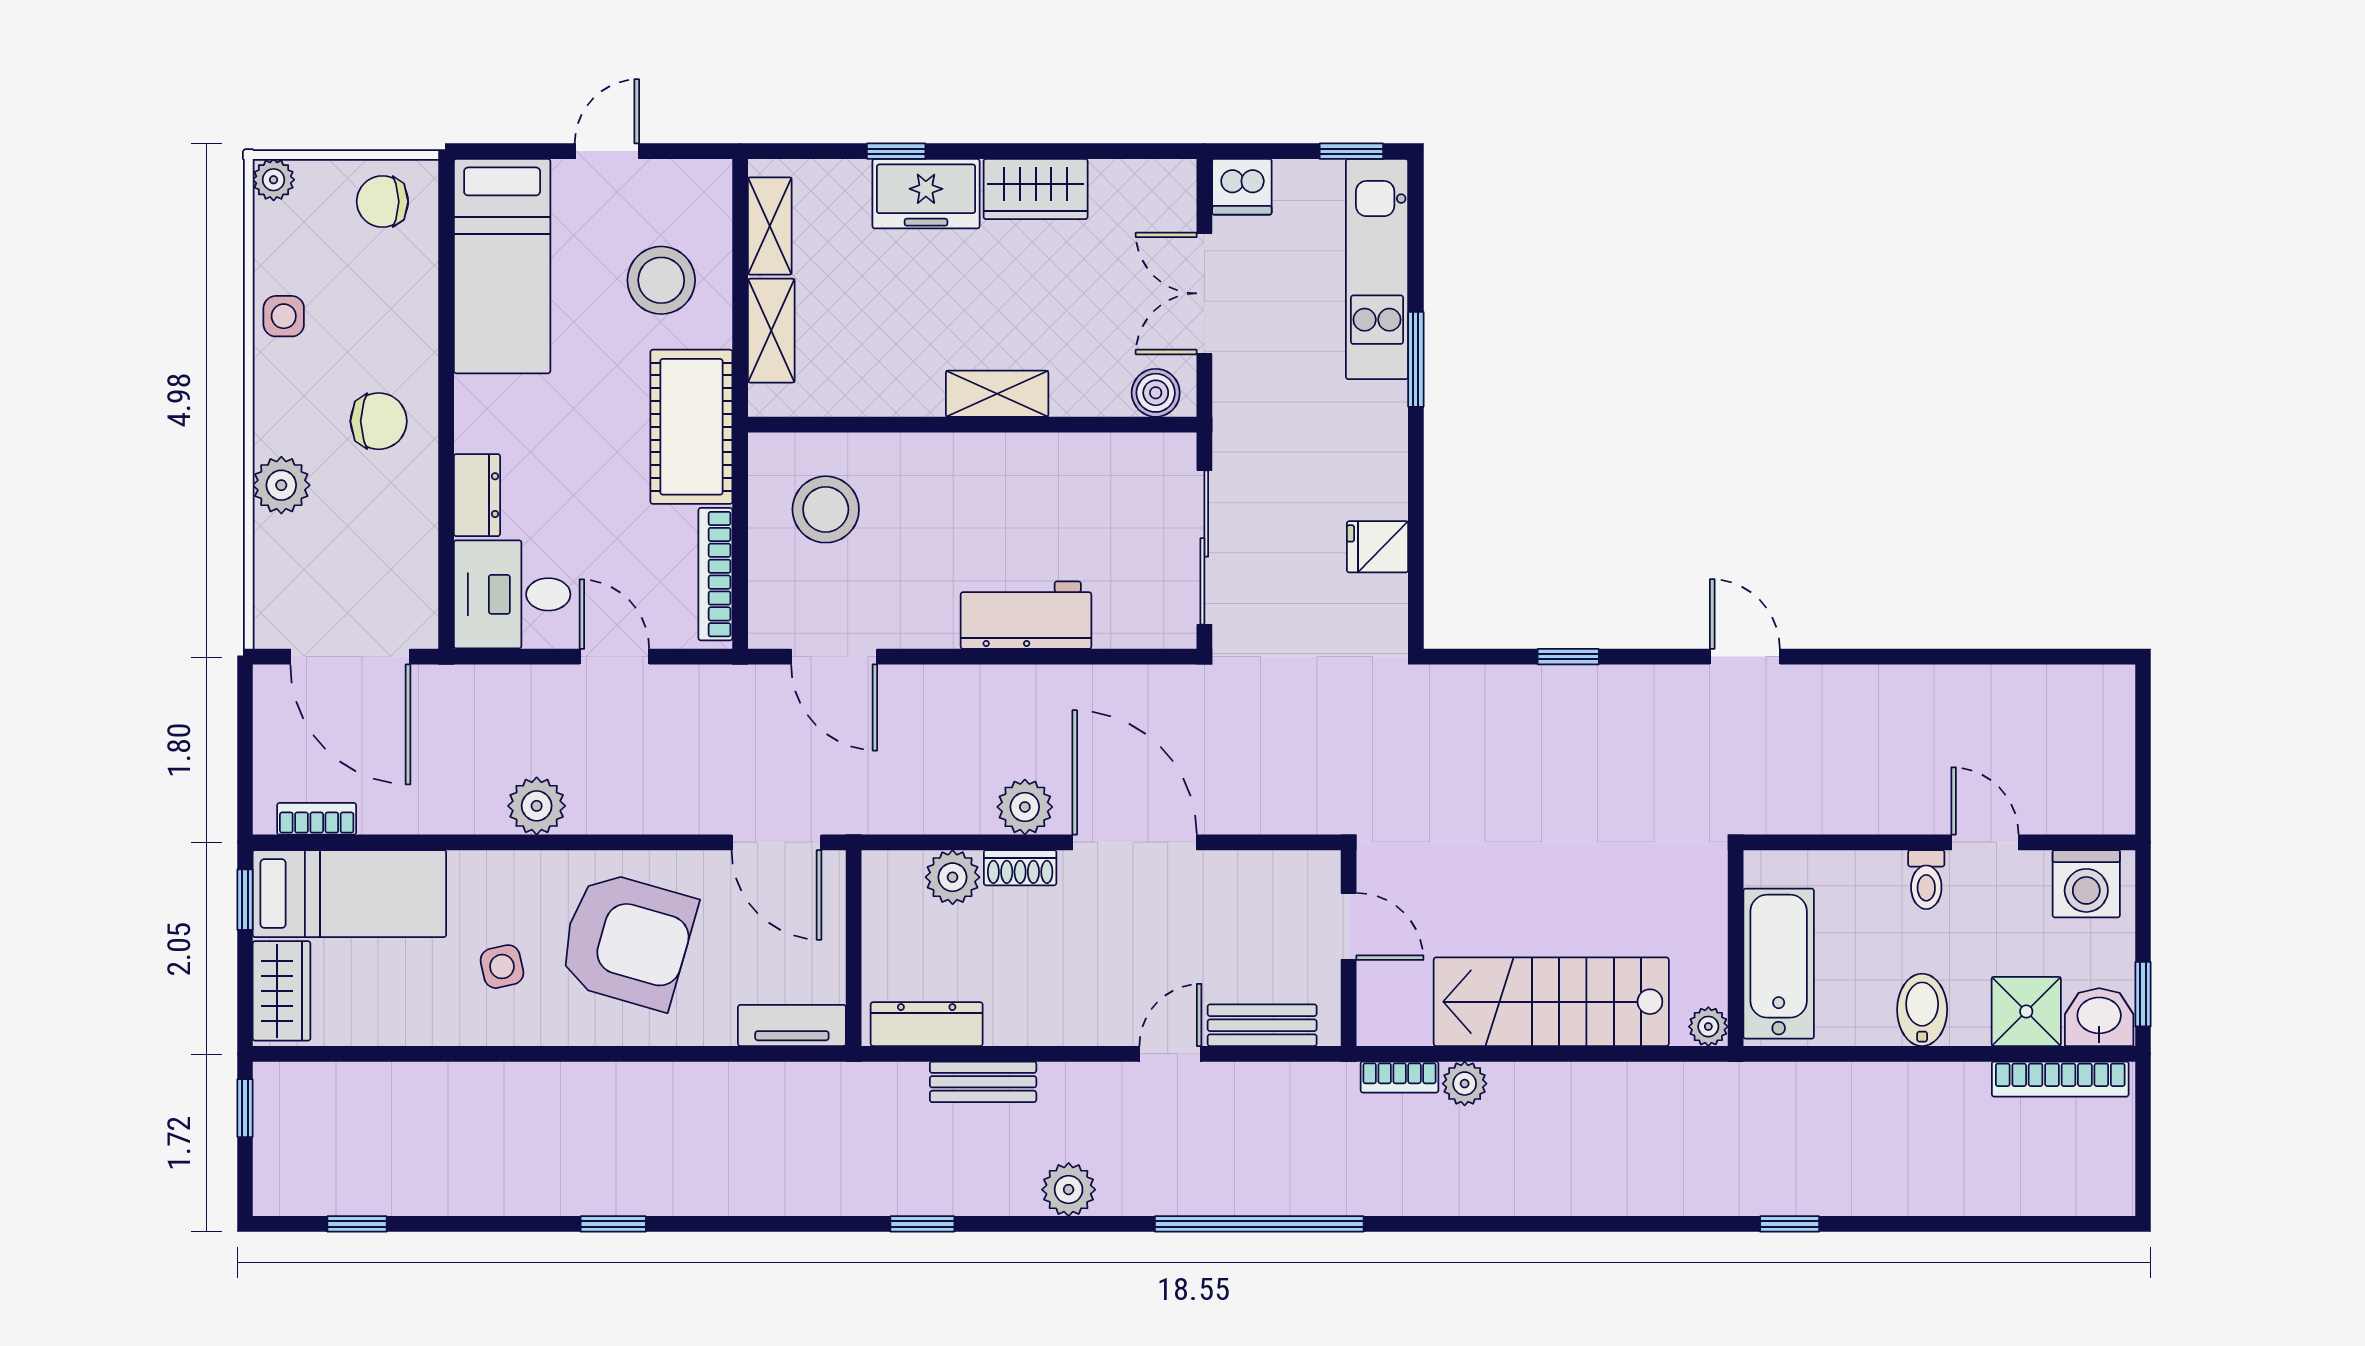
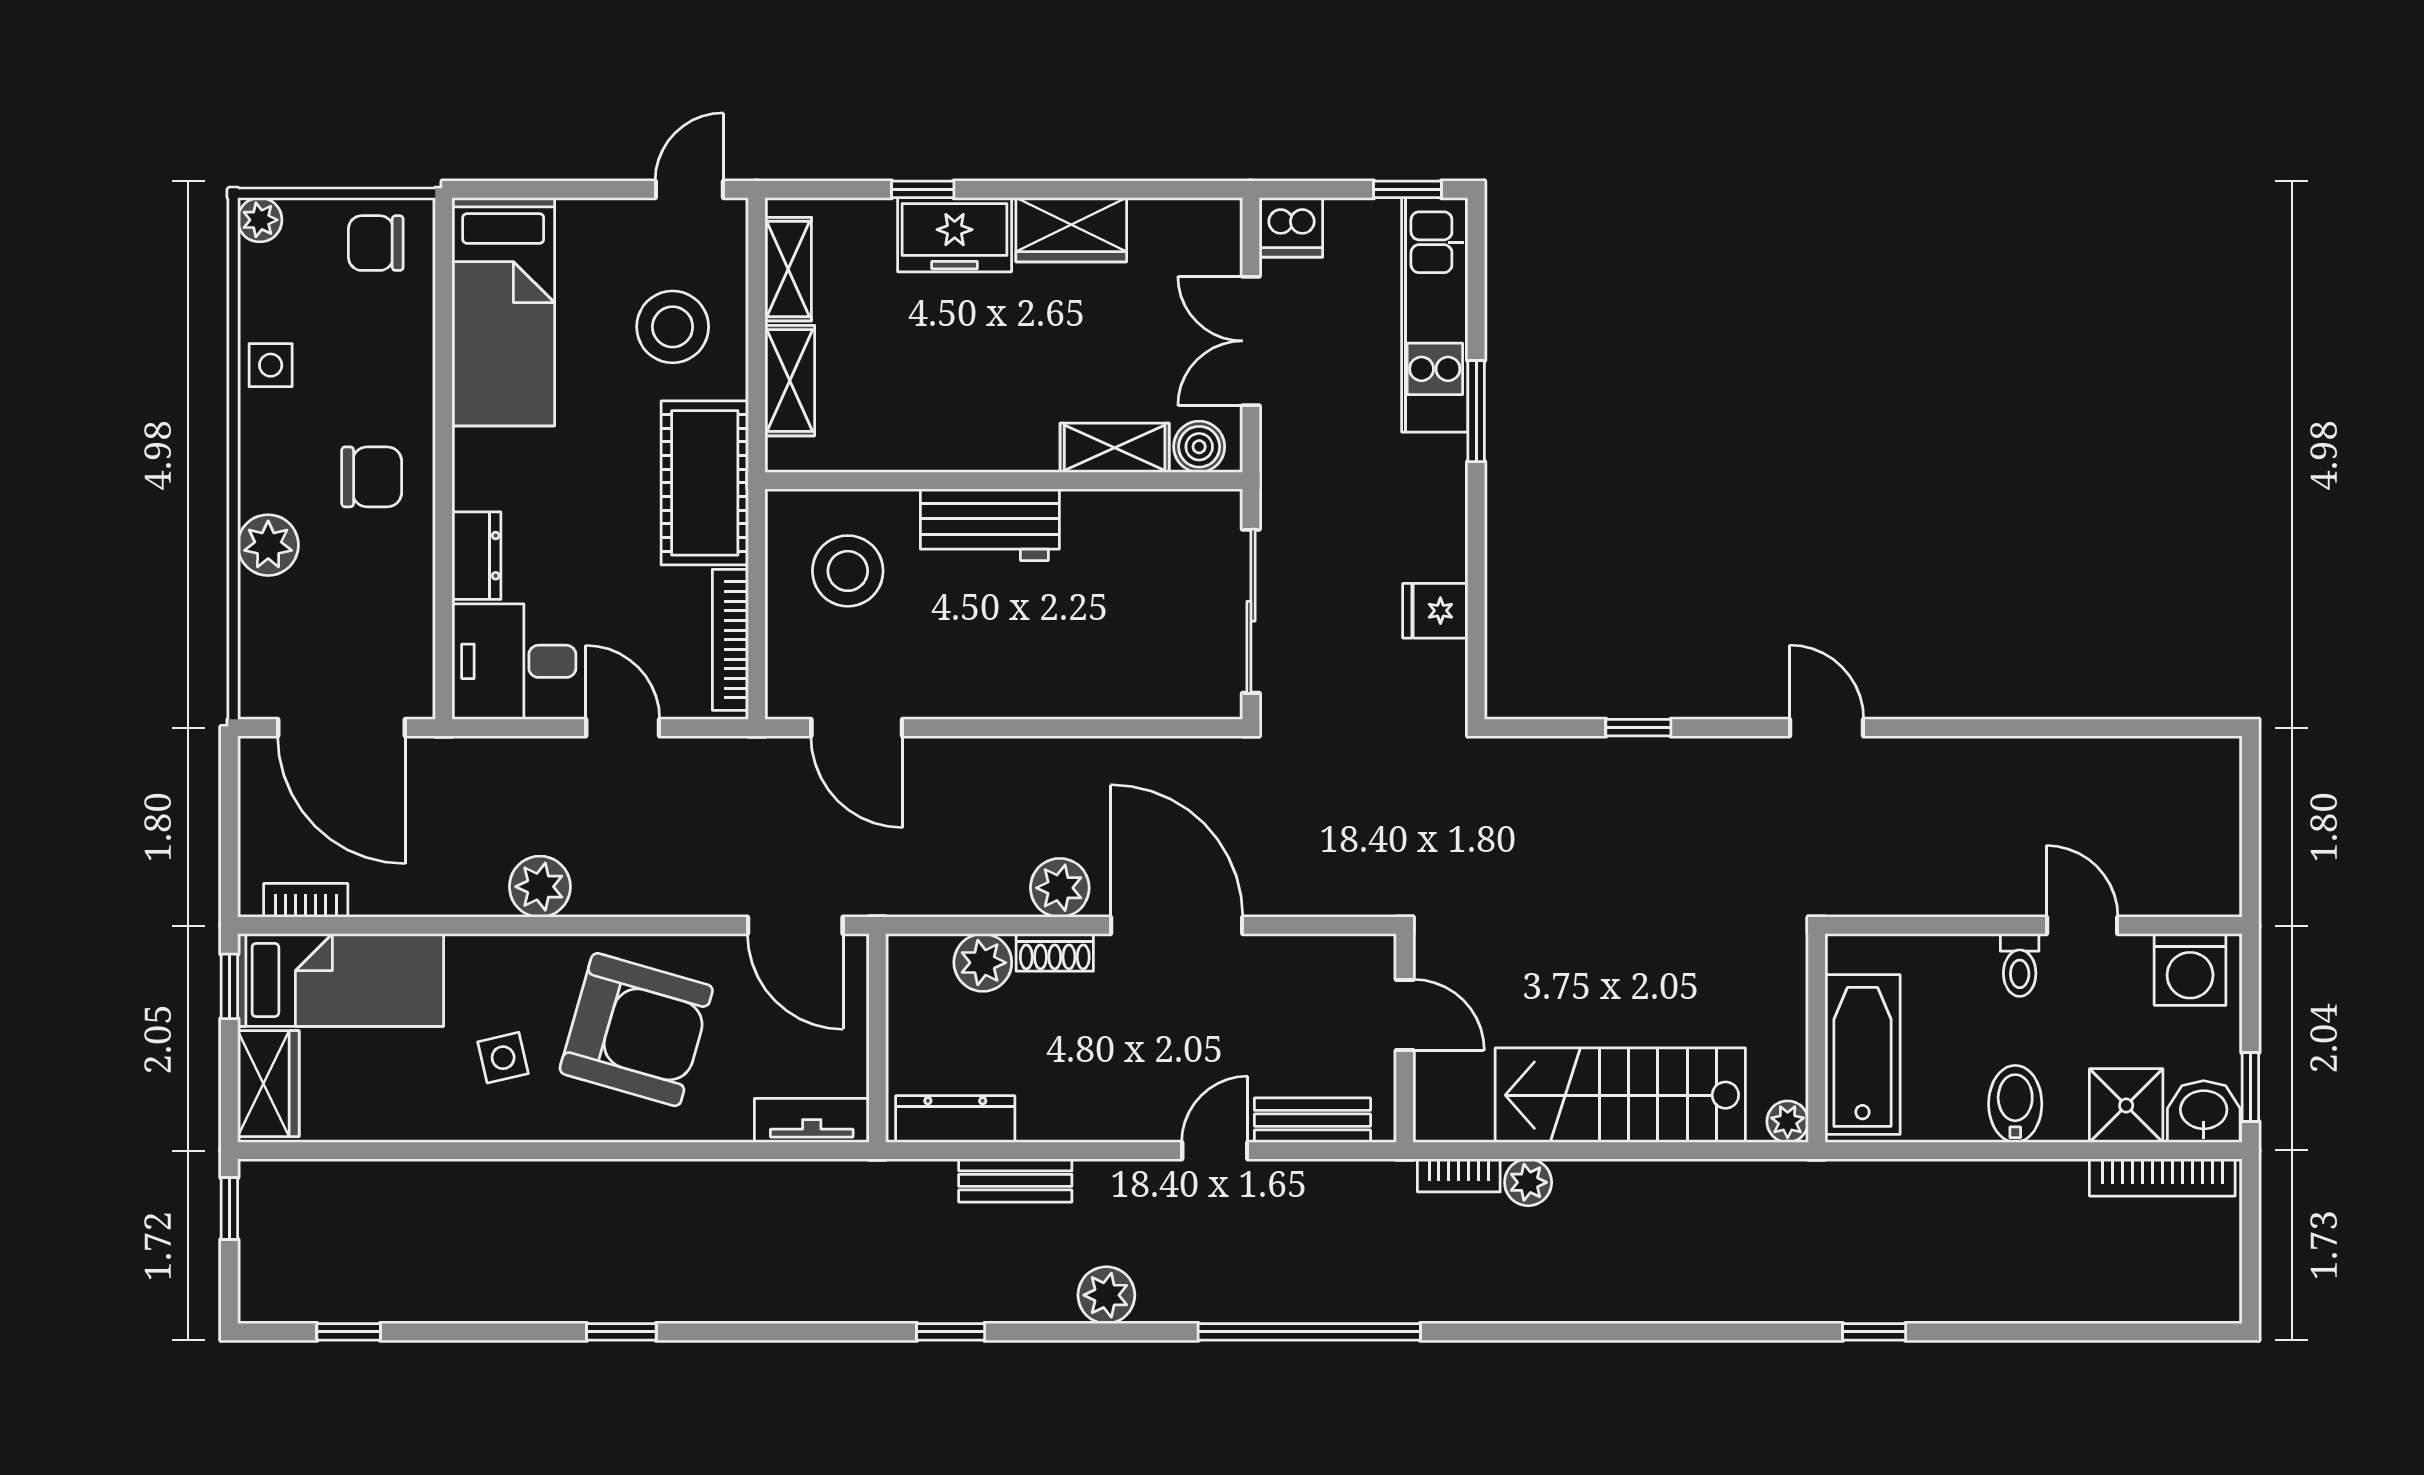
door: (607, 151) -> (689, 189), moved
shelving: (997, 394) -> (1115, 448), moved
workbench: (1026, 615) -> (990, 525), moved, turned 180

